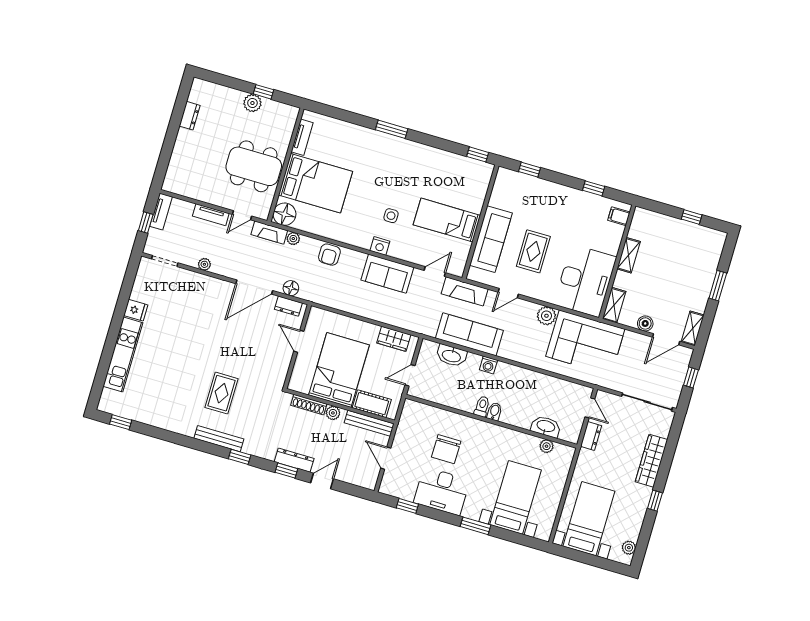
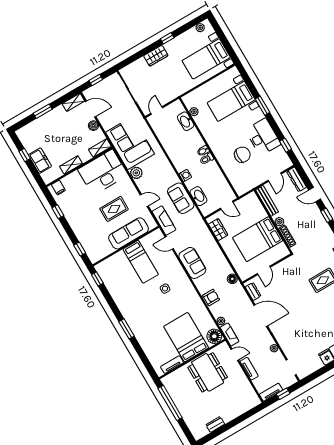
window: (264, 92) -> (170, 403), width x3.17
plant: (252, 103) -> (180, 403), removed
freezer: (668, 227) -> (40, 161), added
nightstand: (380, 246) -> (184, 279), removed
floor lamp: (291, 288) -> (232, 279), moved
sofa: (469, 334) -> (181, 198), width x0.73
cot: (372, 404) -> (257, 209), removed
dresser: (591, 436) -> (169, 97), removed
dresser: (294, 460) -> (297, 179), moved
wardrobe: (651, 461) -> (156, 56), width x0.67

